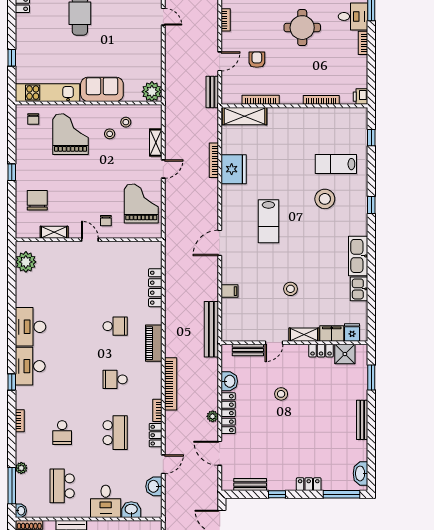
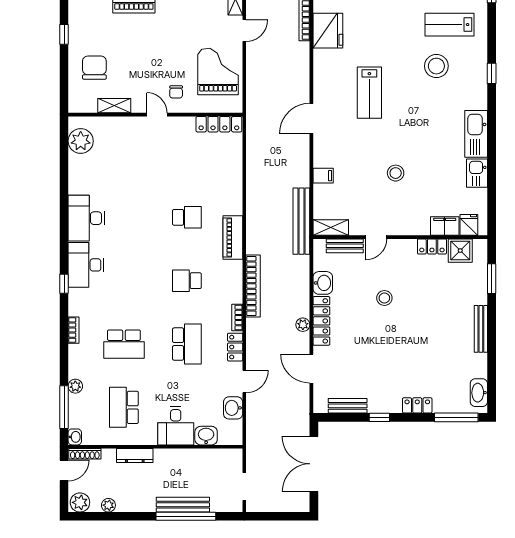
locker: (155, 288) -> (219, 124), moved, turned -90
shelving: (304, 335) -> (331, 227), moved
school desk: (62, 433) -> (124, 344), width x1.85

